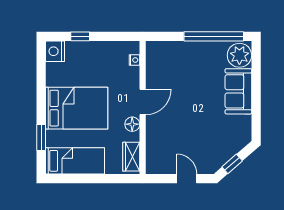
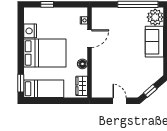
nightstand: (55, 51) -> (30, 31), moved
door: (143, 102) -> (89, 39), moved
window: (41, 138) -> (21, 83), moved

